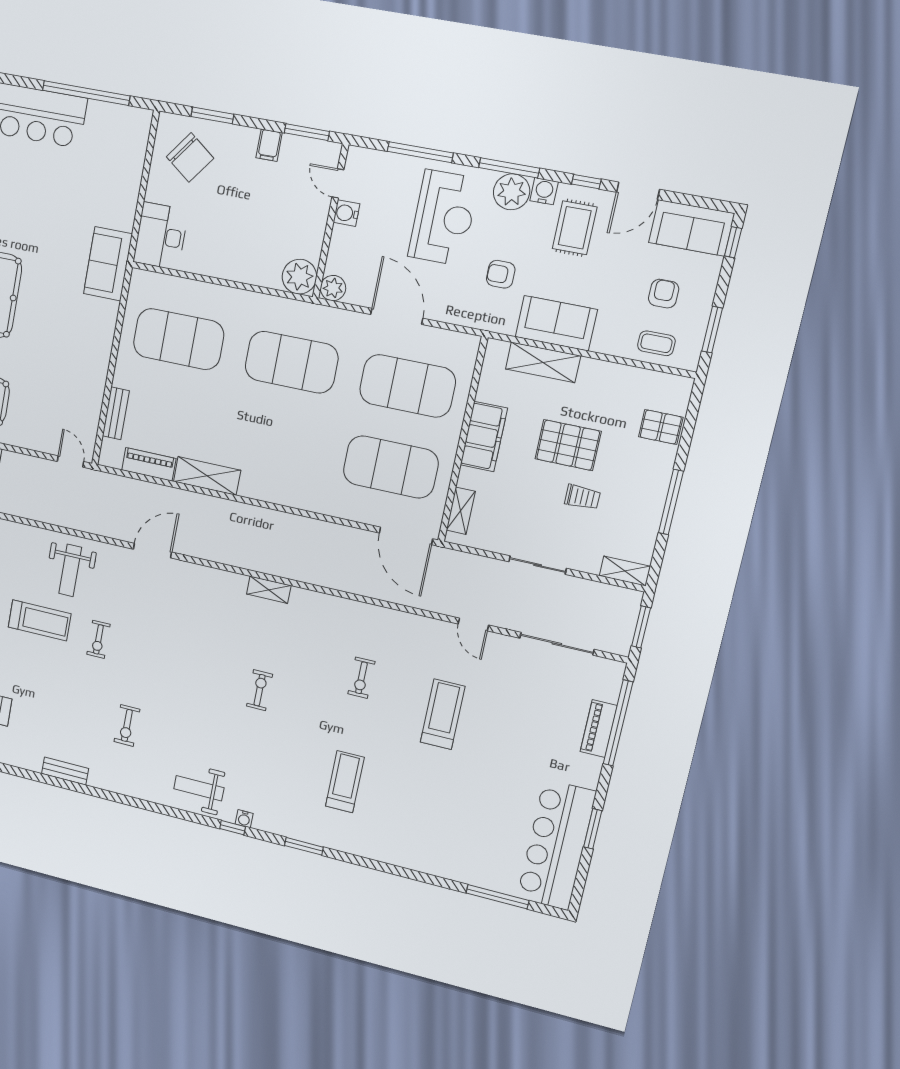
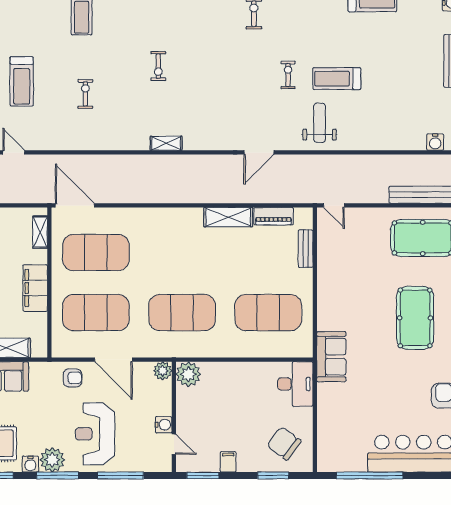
armchair: (501, 274) -> (73, 378), moved

